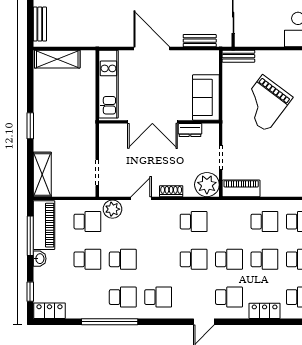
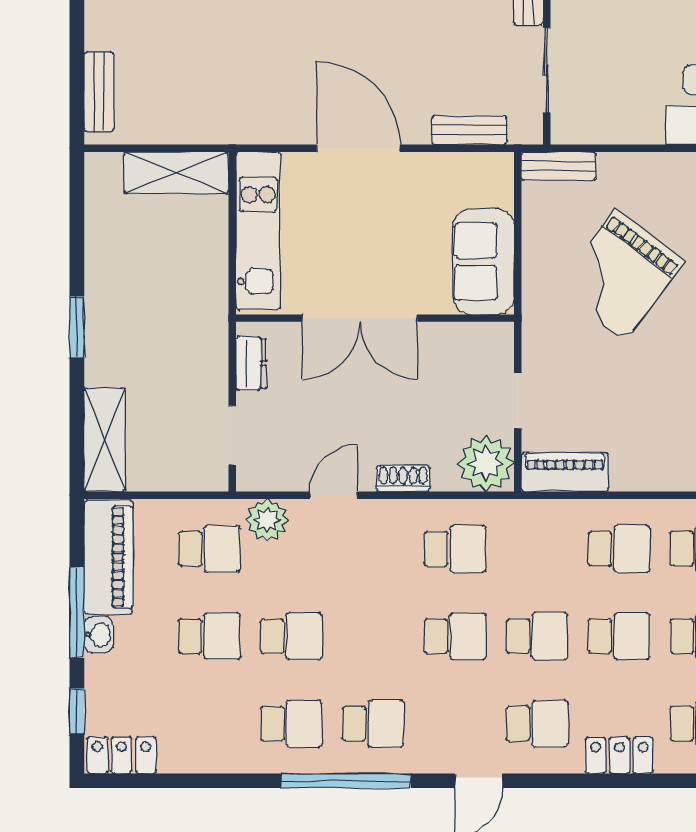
shelving: (57, 59) -> (176, 173), moved
dresser: (190, 130) -> (251, 363), moved, turned -90
window: (30, 236) -> (77, 613), moved
window: (110, 322) -> (346, 781), moved

